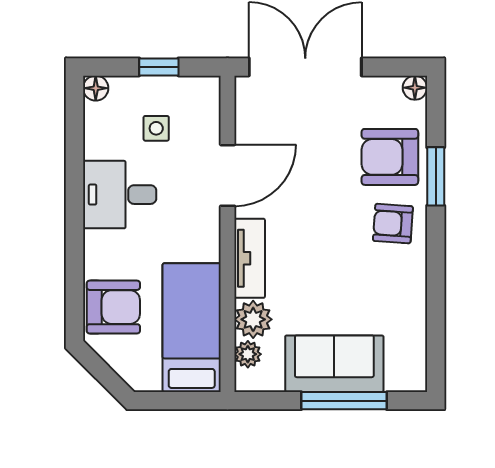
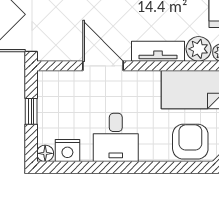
nightstand: (100, 122) -> (67, 151), added
side table: (156, 128) -> (72, 113), removed

